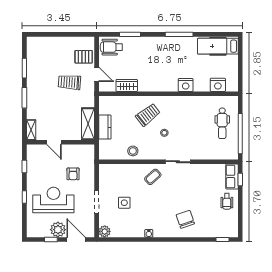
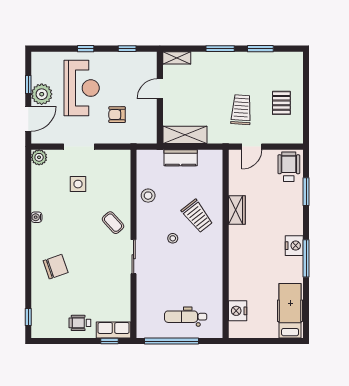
pallet: (84, 57) -> (281, 103), moved
wardrobe: (127, 85) -> (237, 210), moved
nightstand: (186, 85) -> (294, 246), moved, turned 180

